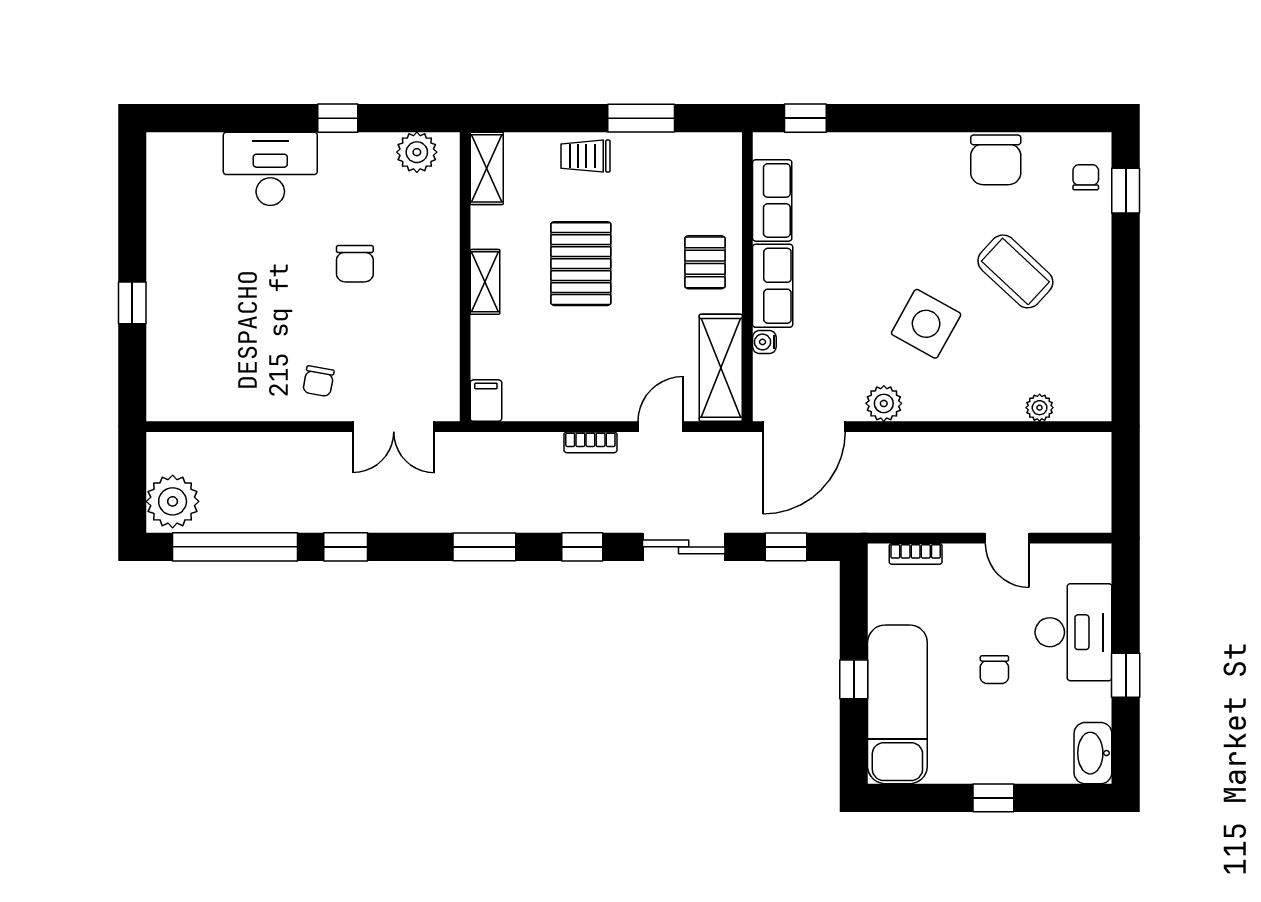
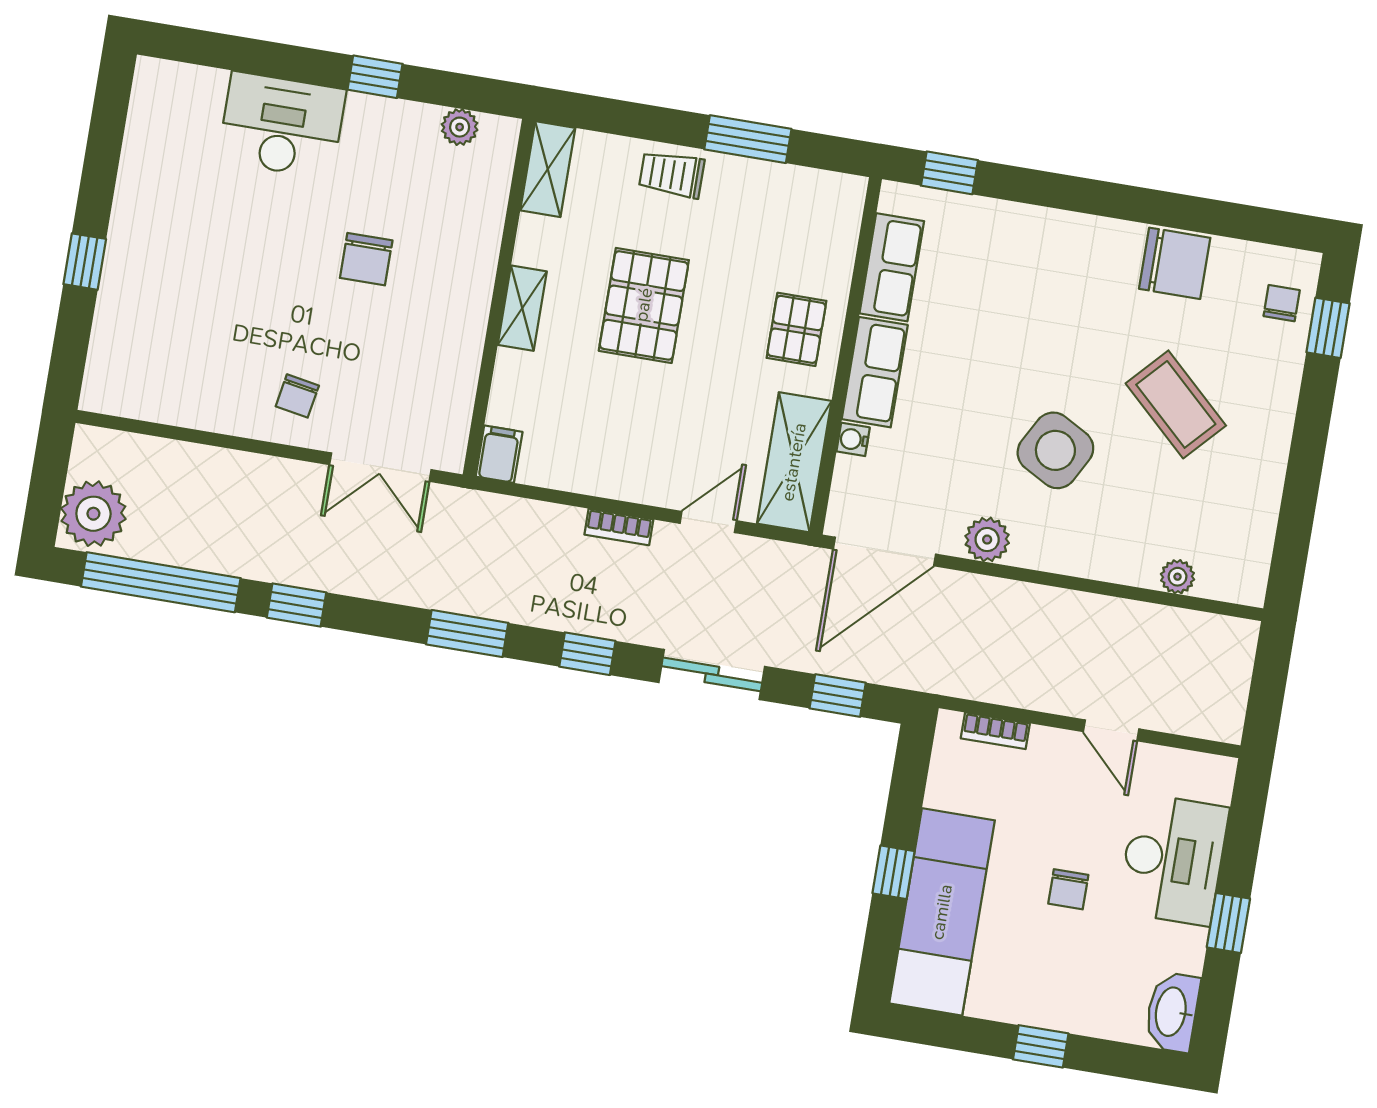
plant: (417, 152) -> (460, 127), width x0.73, depth x0.73
chair: (996, 160) -> (1175, 263), turned -90

